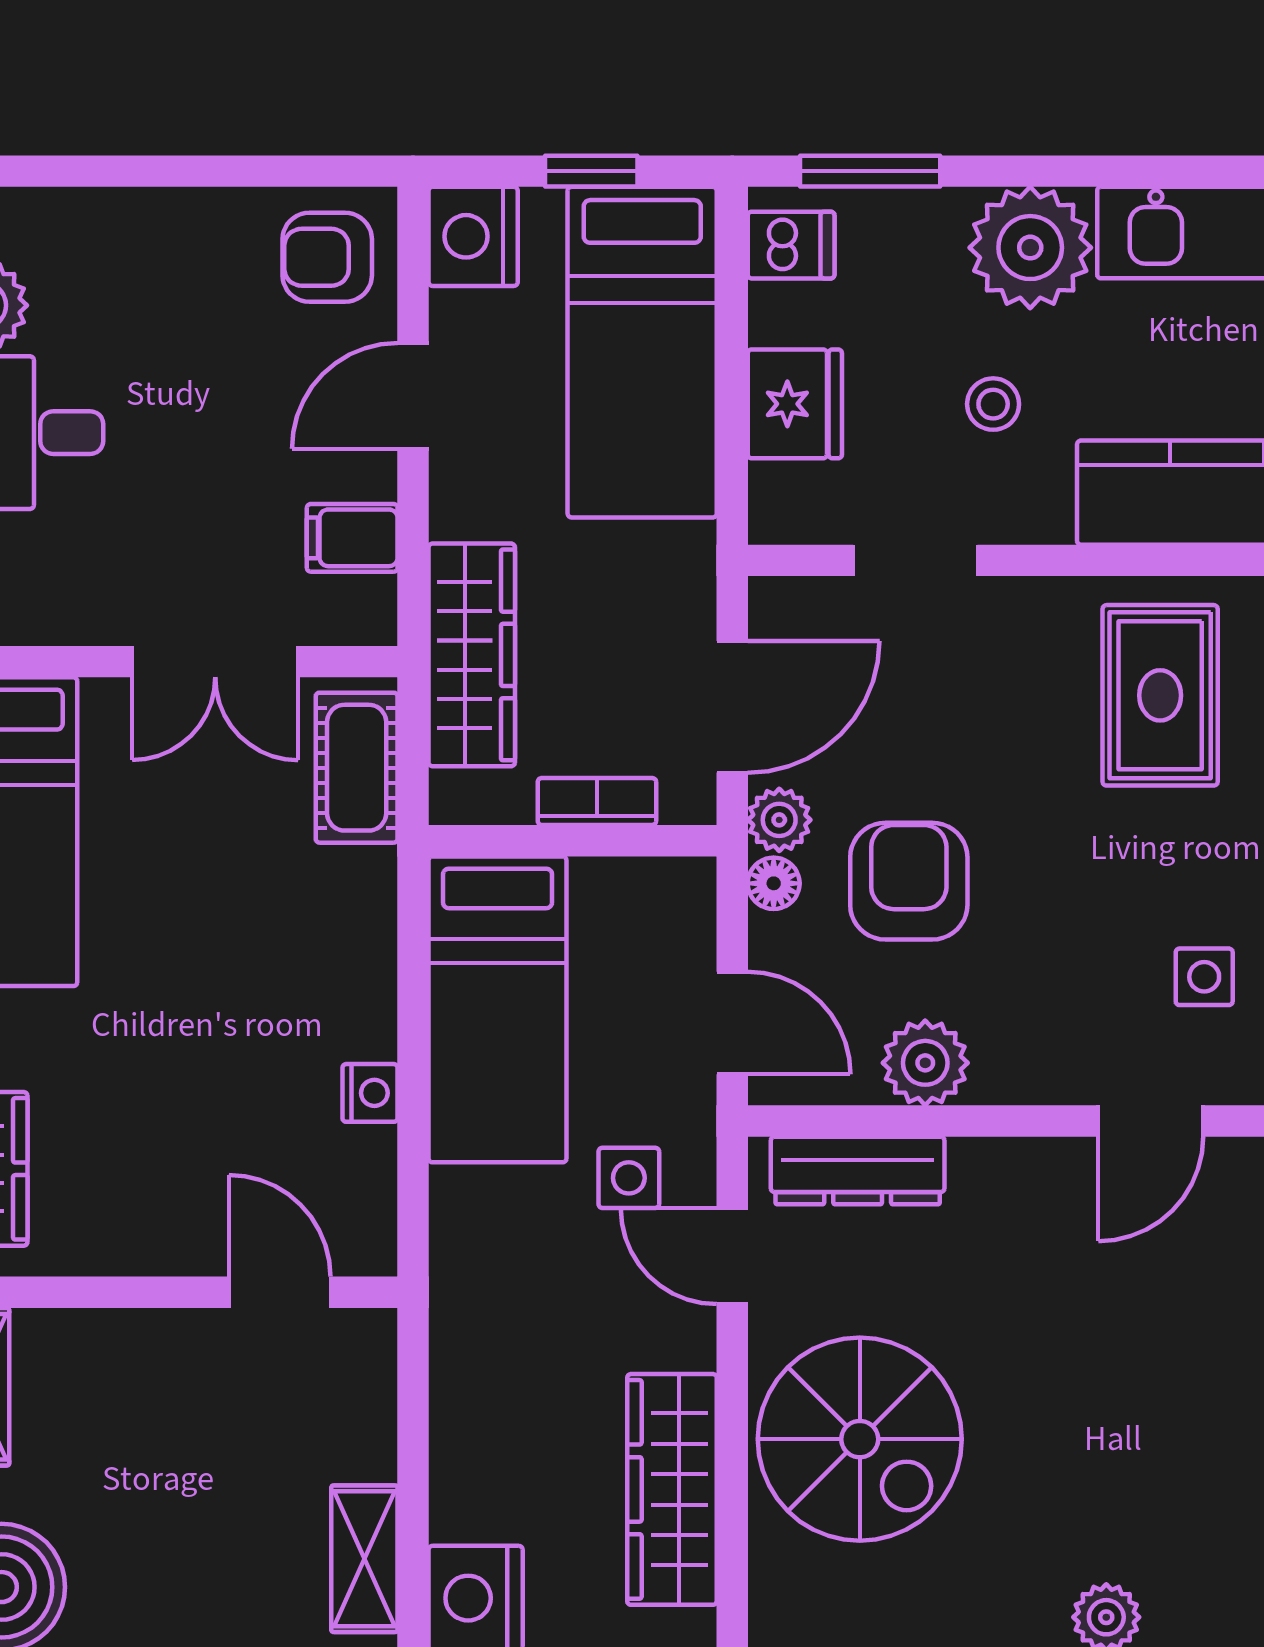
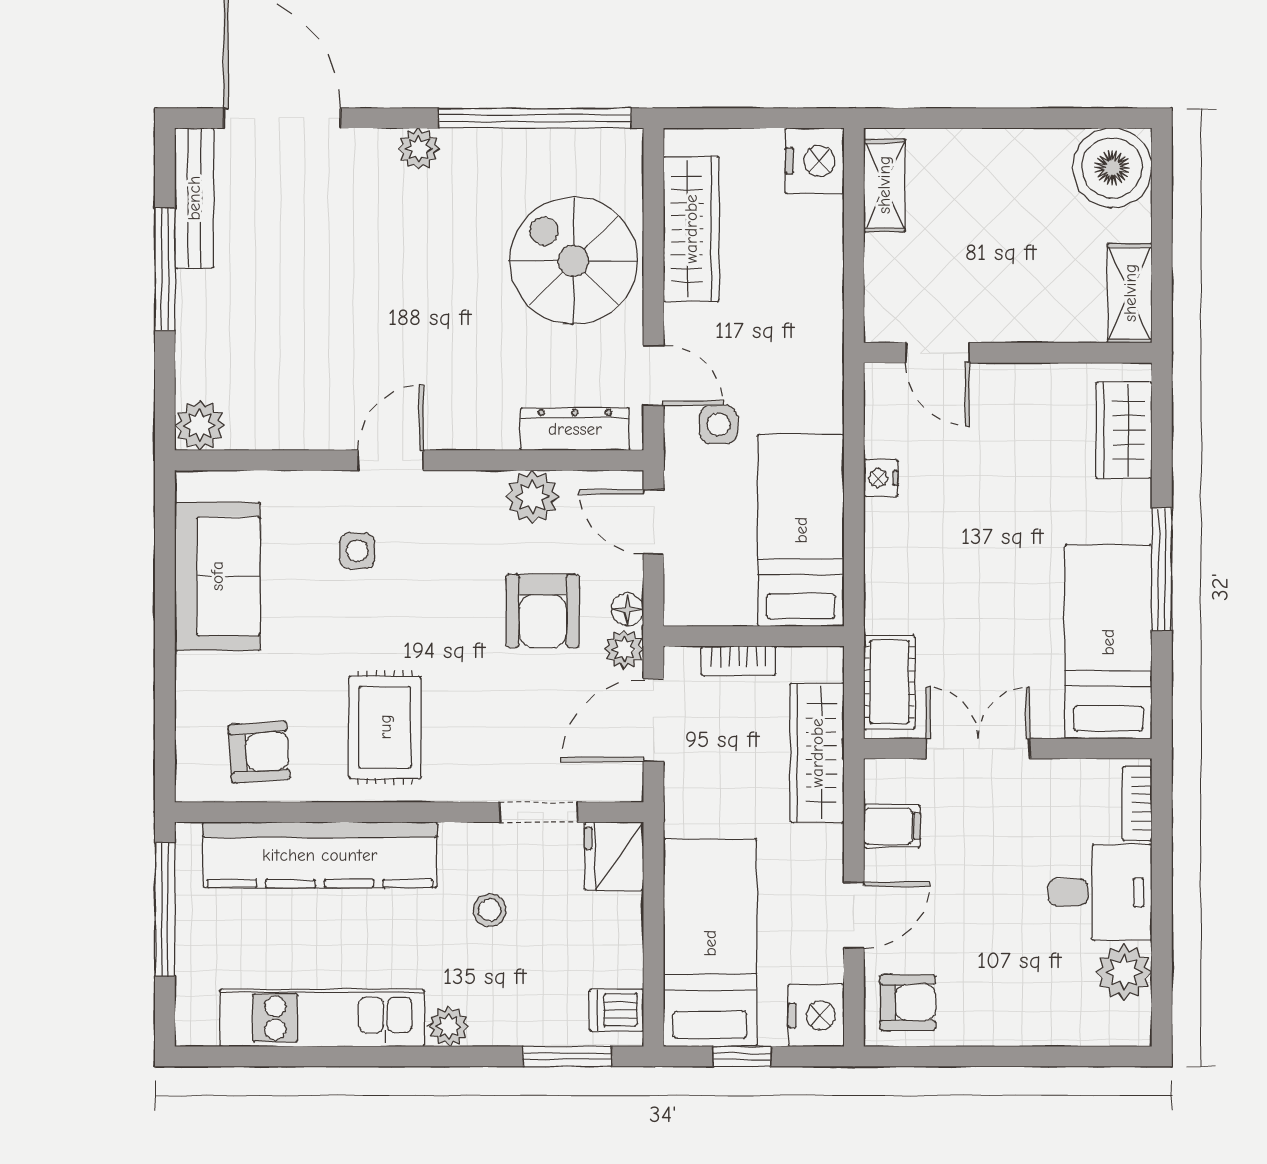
plant: (1030, 248) -> (449, 1026), width x0.53, depth x0.53
fridge: (795, 404) -> (614, 856), moved

